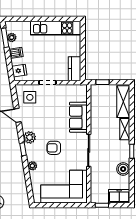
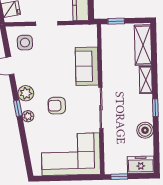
plant: (32, 166) -> (28, 116), moved

